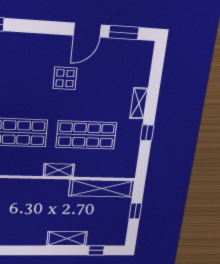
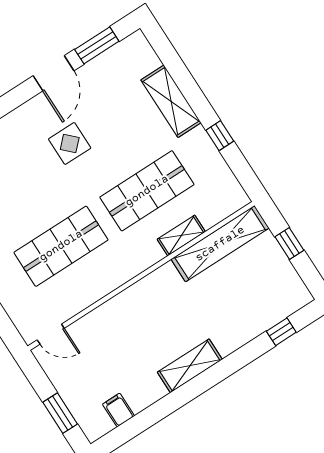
shelving: (139, 103) -> (171, 101), width x1.50, depth x1.33
shelving: (59, 170) -> (181, 235), moved
shelving: (67, 239) -> (190, 366), moved

